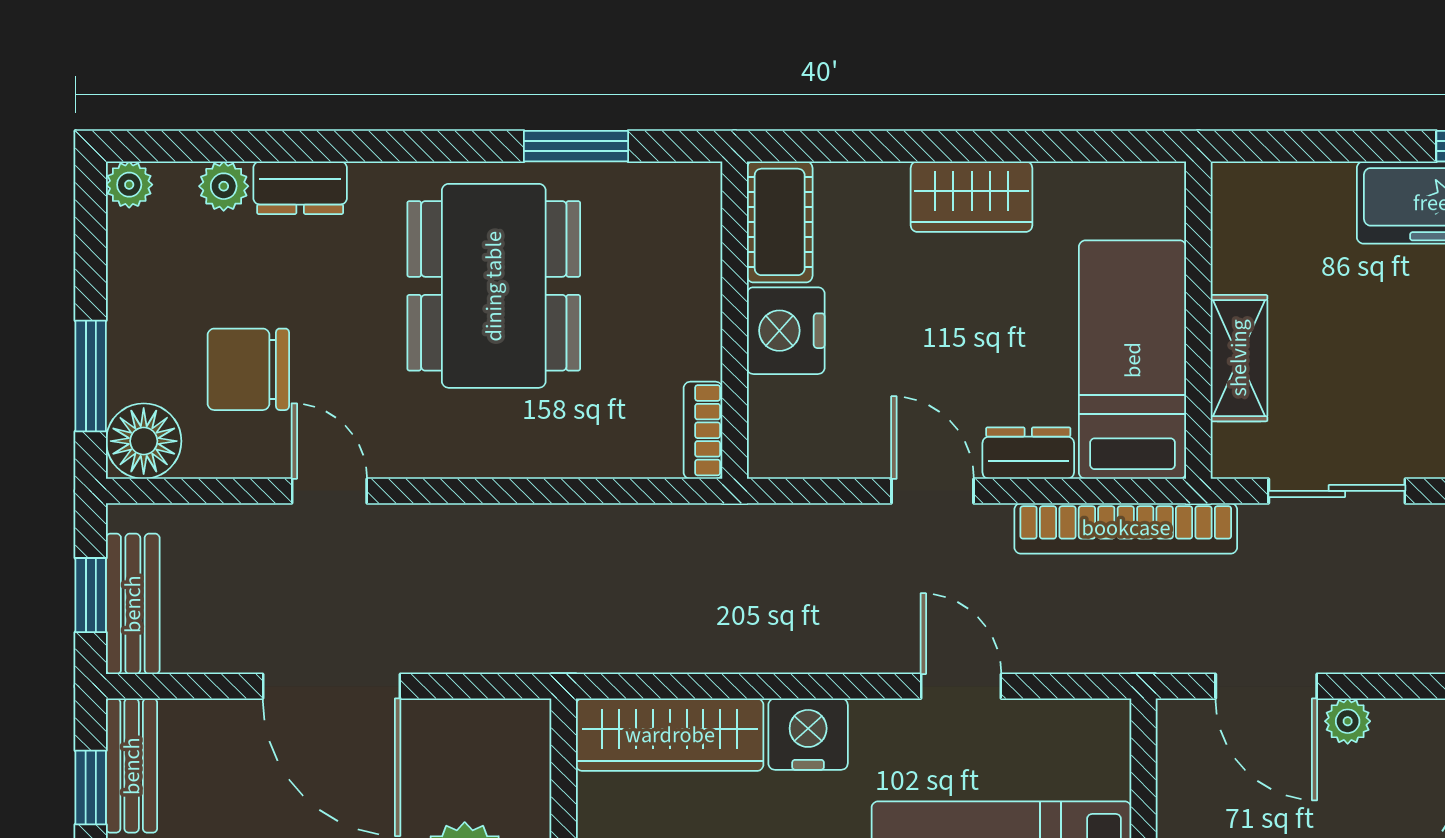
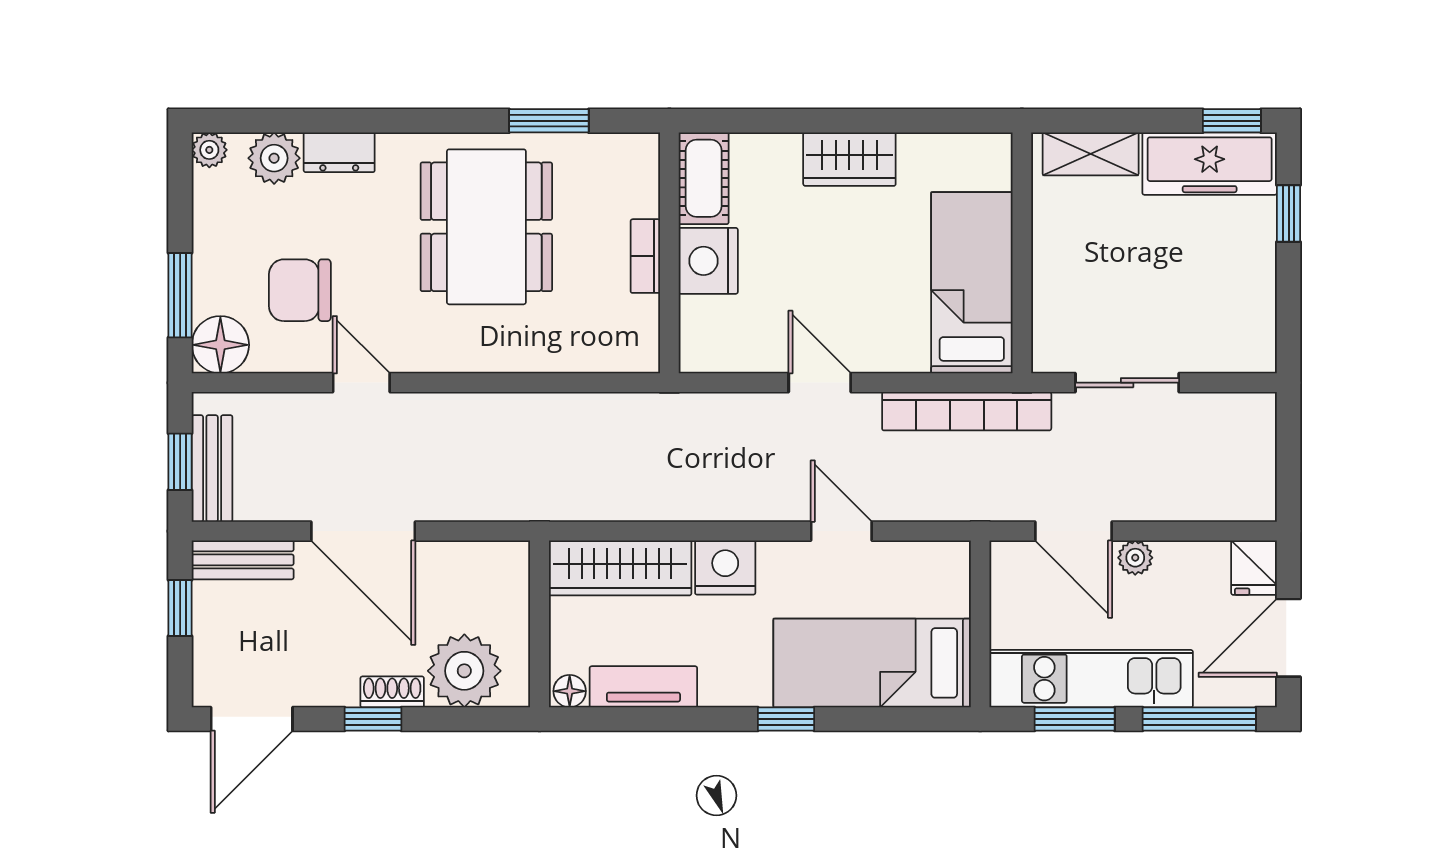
plant: (224, 186) -> (274, 158), width x1.38, depth x1.38
shelving: (1239, 358) -> (1091, 154), moved, turned 90
bookcase: (703, 430) -> (645, 256), moved
dresser: (1028, 453) -> (893, 354), removed
bench: (132, 766) -> (243, 560), moved, turned 90

